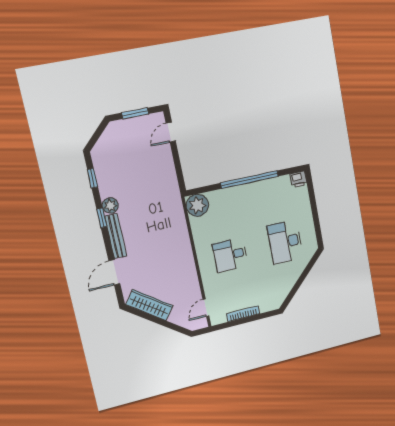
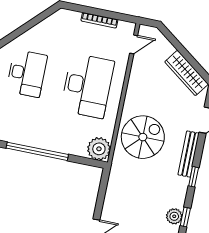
plant: (110, 206) -> (174, 216), moved
spiral stairs: (163, 233) -> (143, 137), added
desk: (230, 255) -> (87, 86), width x1.87, depth x1.30

